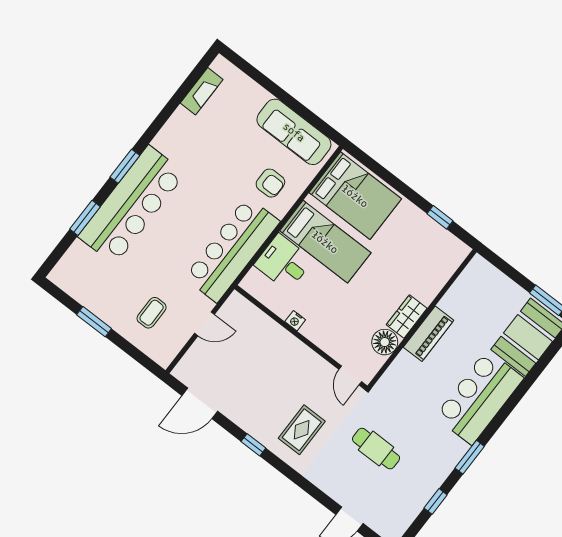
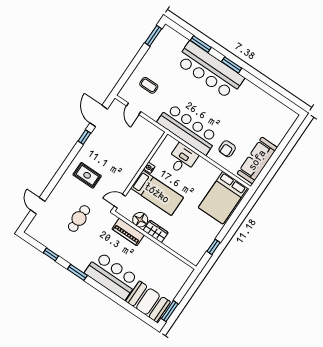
fireplace: (202, 91) -> (277, 106), removed
bed: (325, 242) -> (157, 193), moved, turned -90
window: (94, 322) -> (153, 36), moved
door: (205, 324) -> (134, 109), moved
piano: (429, 334) -> (128, 232), moved
window: (253, 445) -> (84, 137), moved

